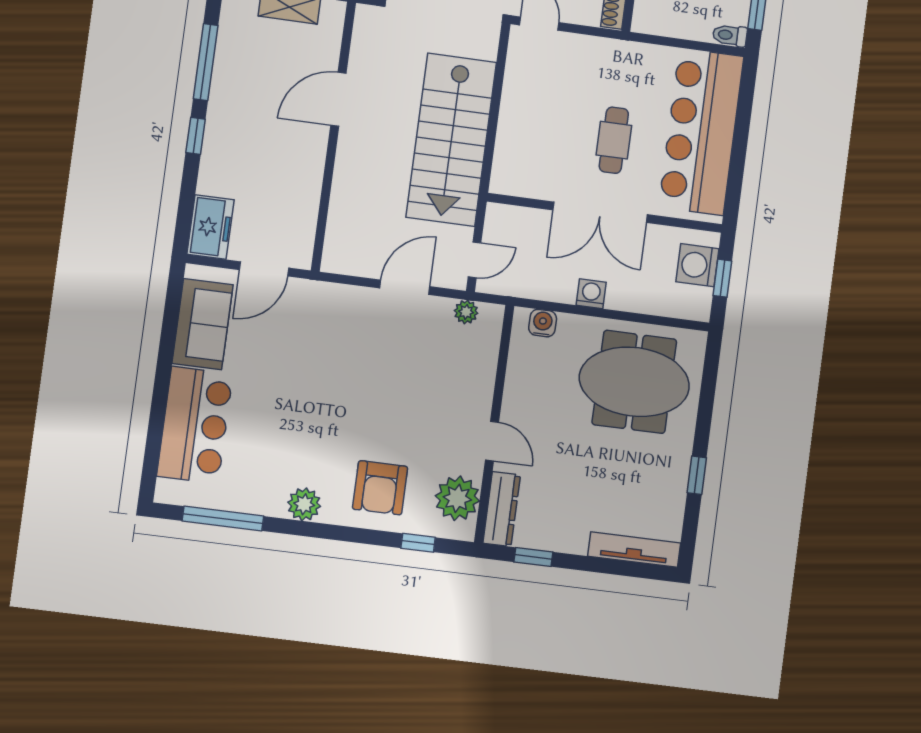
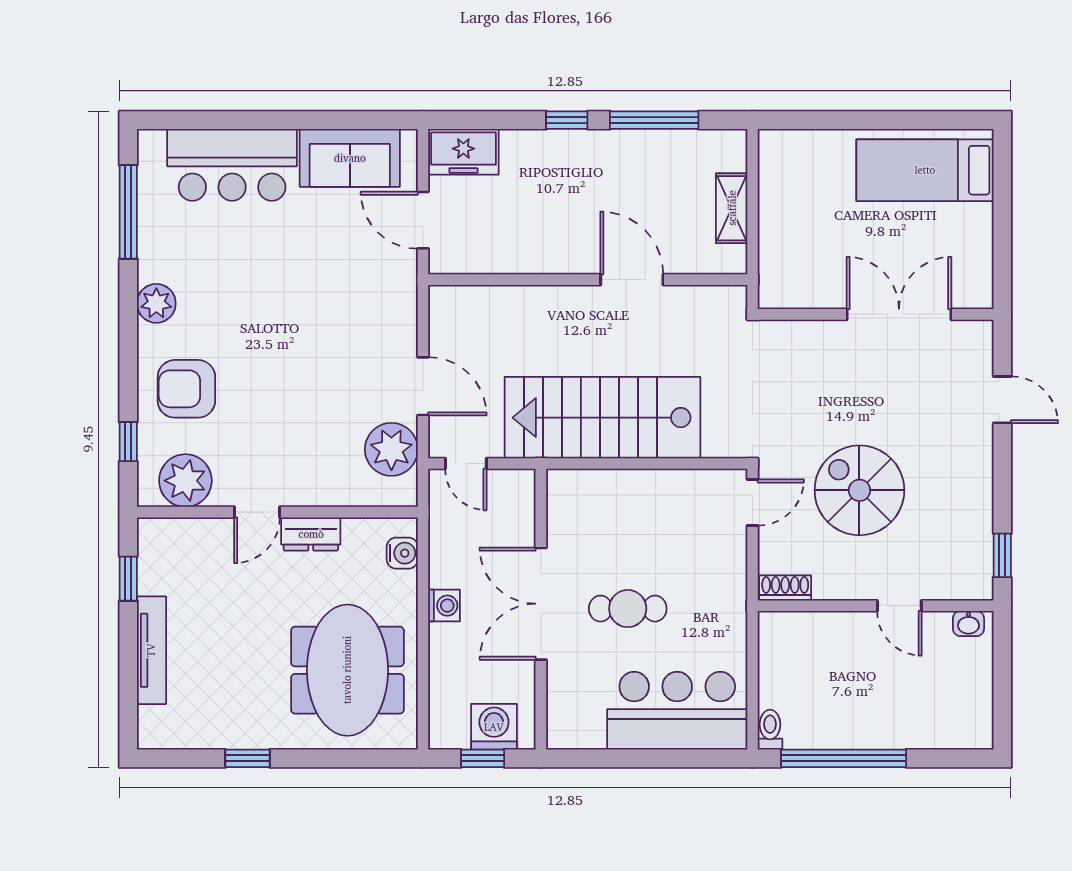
bar counter: (701, 132) -> (677, 711), width x0.73
plant: (466, 312) -> (391, 449), width x1.87, depth x1.87
dresser: (502, 509) -> (311, 534), moved, width x0.70
tv unit: (634, 550) -> (151, 650), moved

